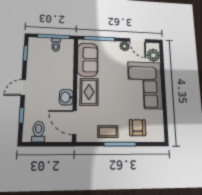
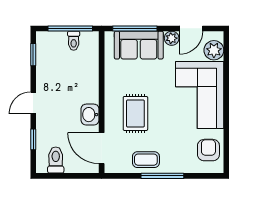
door: (137, 40) -> (191, 28), hinge flipped
sofa: (88, 60) -> (139, 45), moved, turned 90
rug: (89, 92) -> (135, 113), moved
armchair: (138, 128) -> (208, 150), moved

